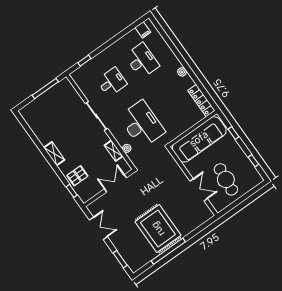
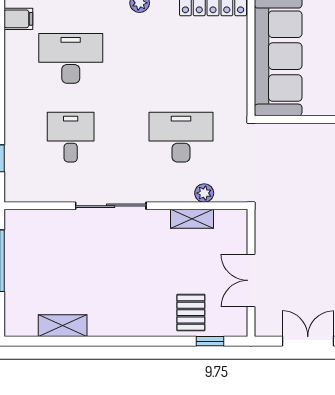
desk: (142, 124) -> (181, 137), width x0.73, depth x0.77
shelving: (54, 154) -> (63, 326), moved
double door: (115, 183) -> (251, 280), moved

